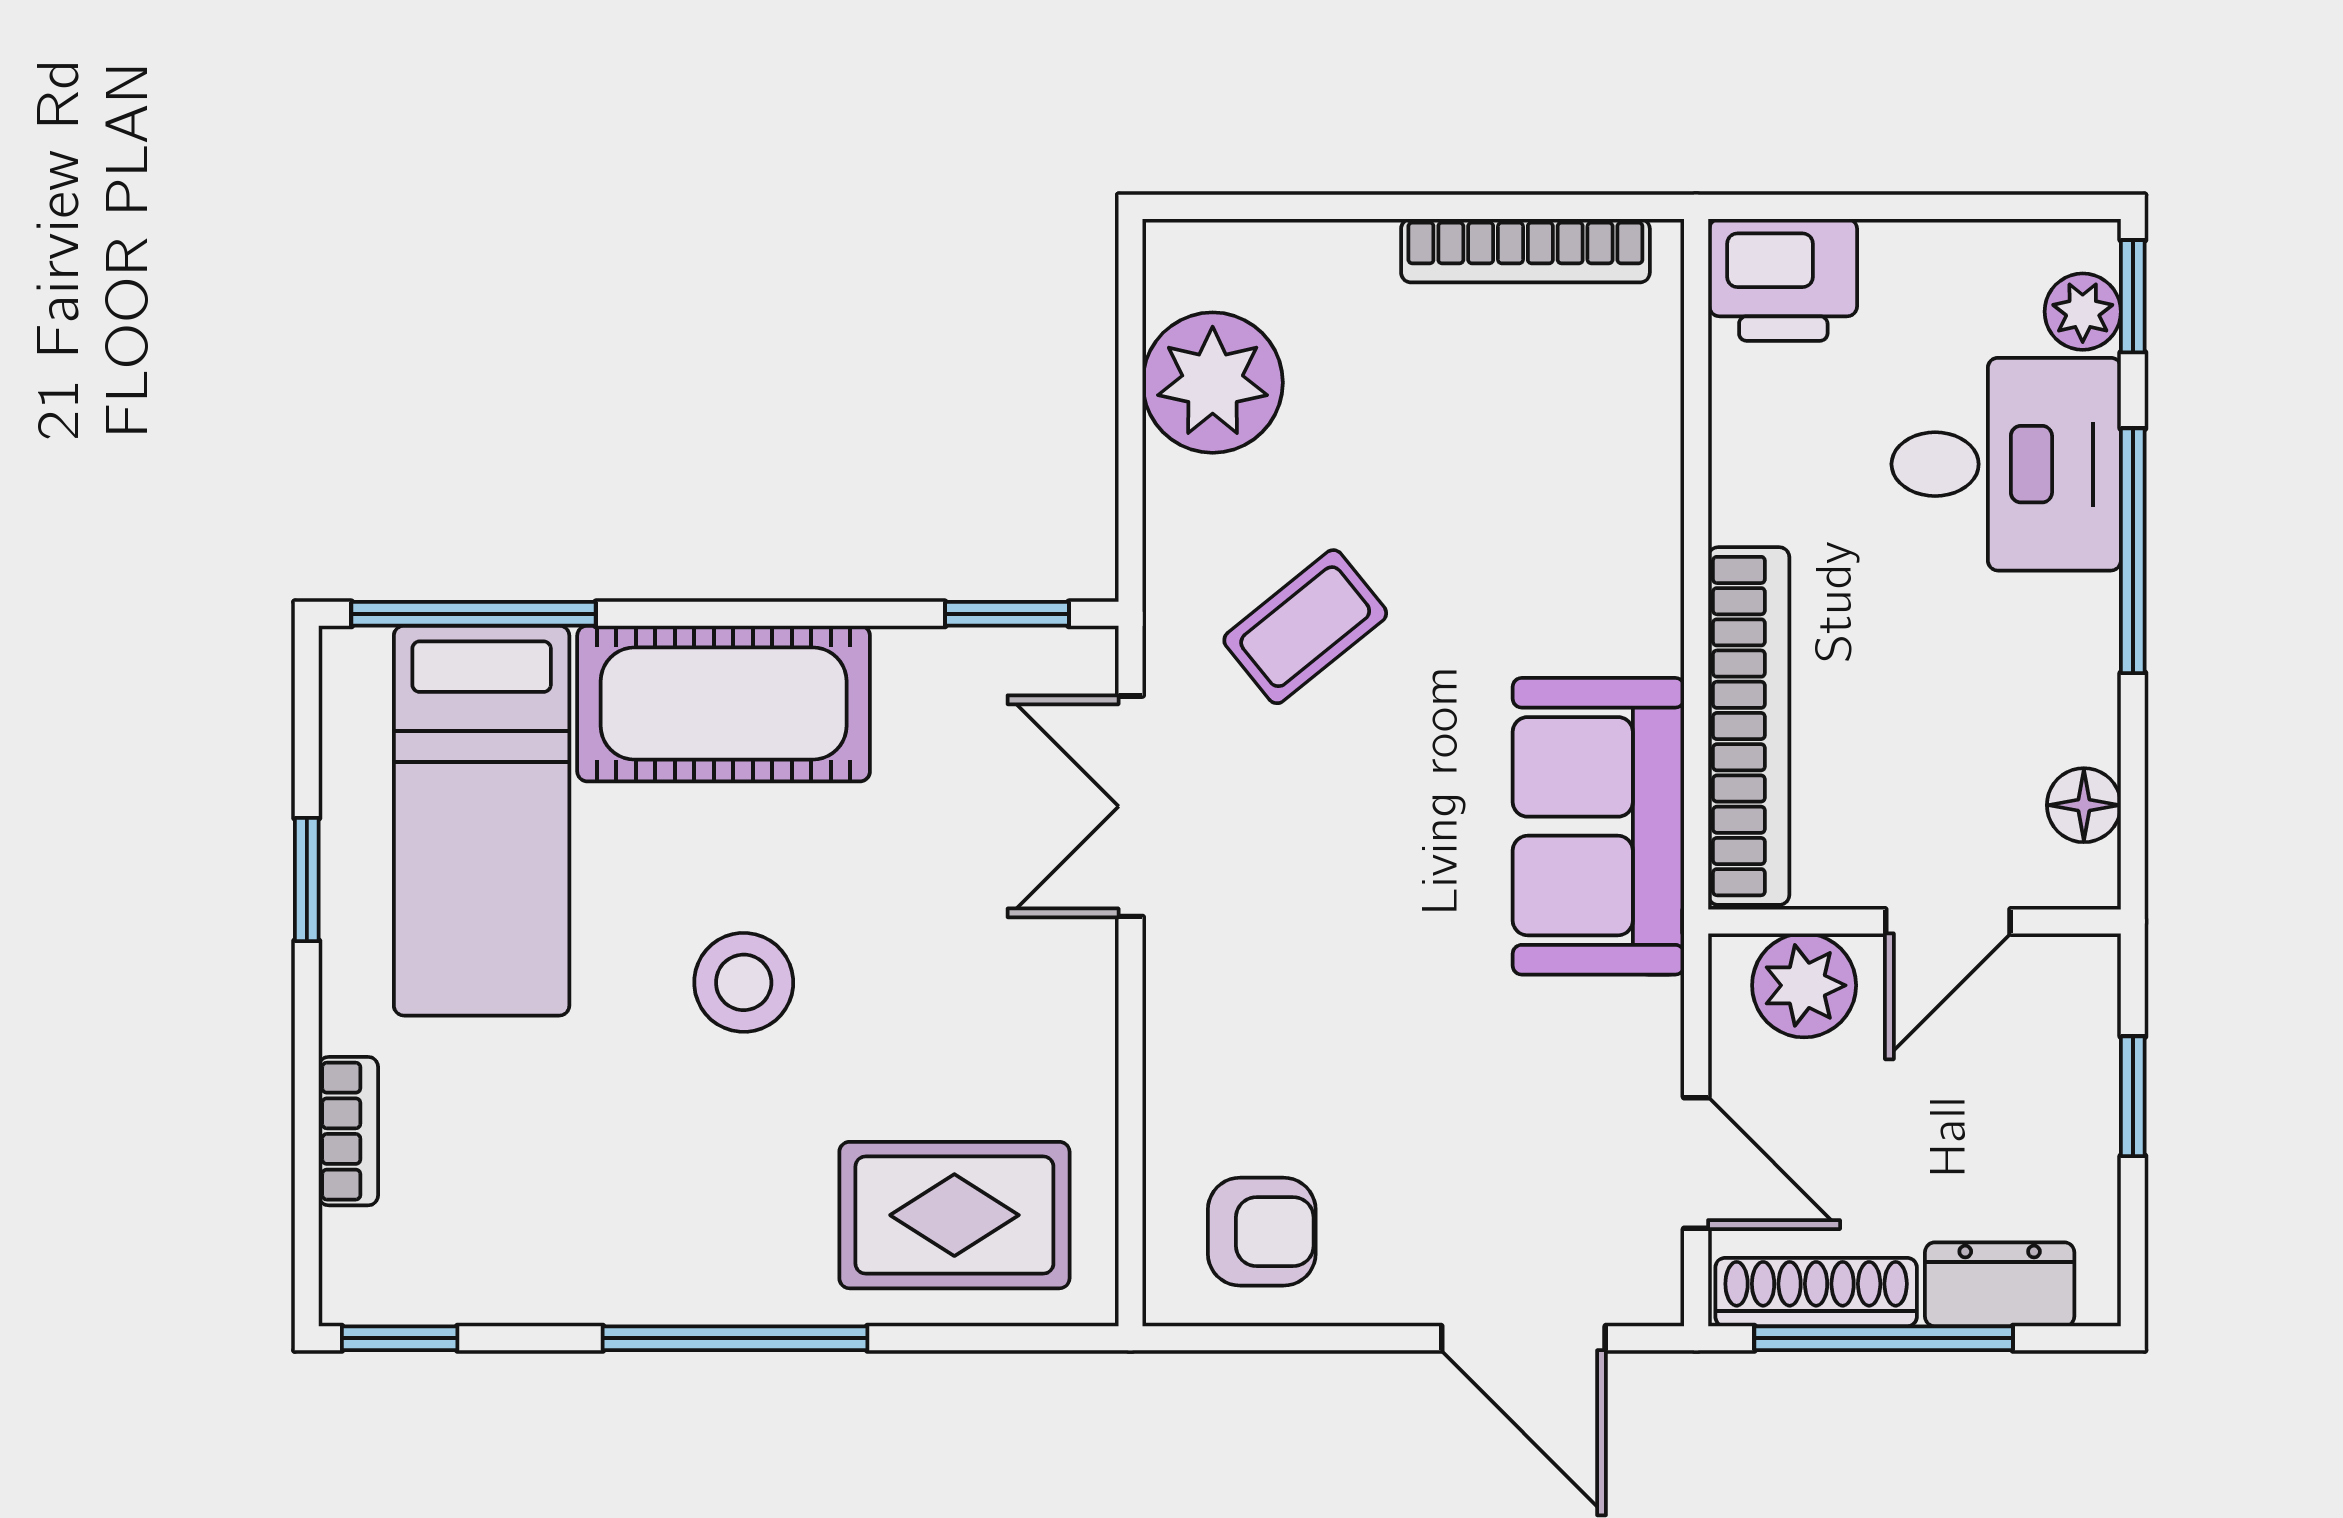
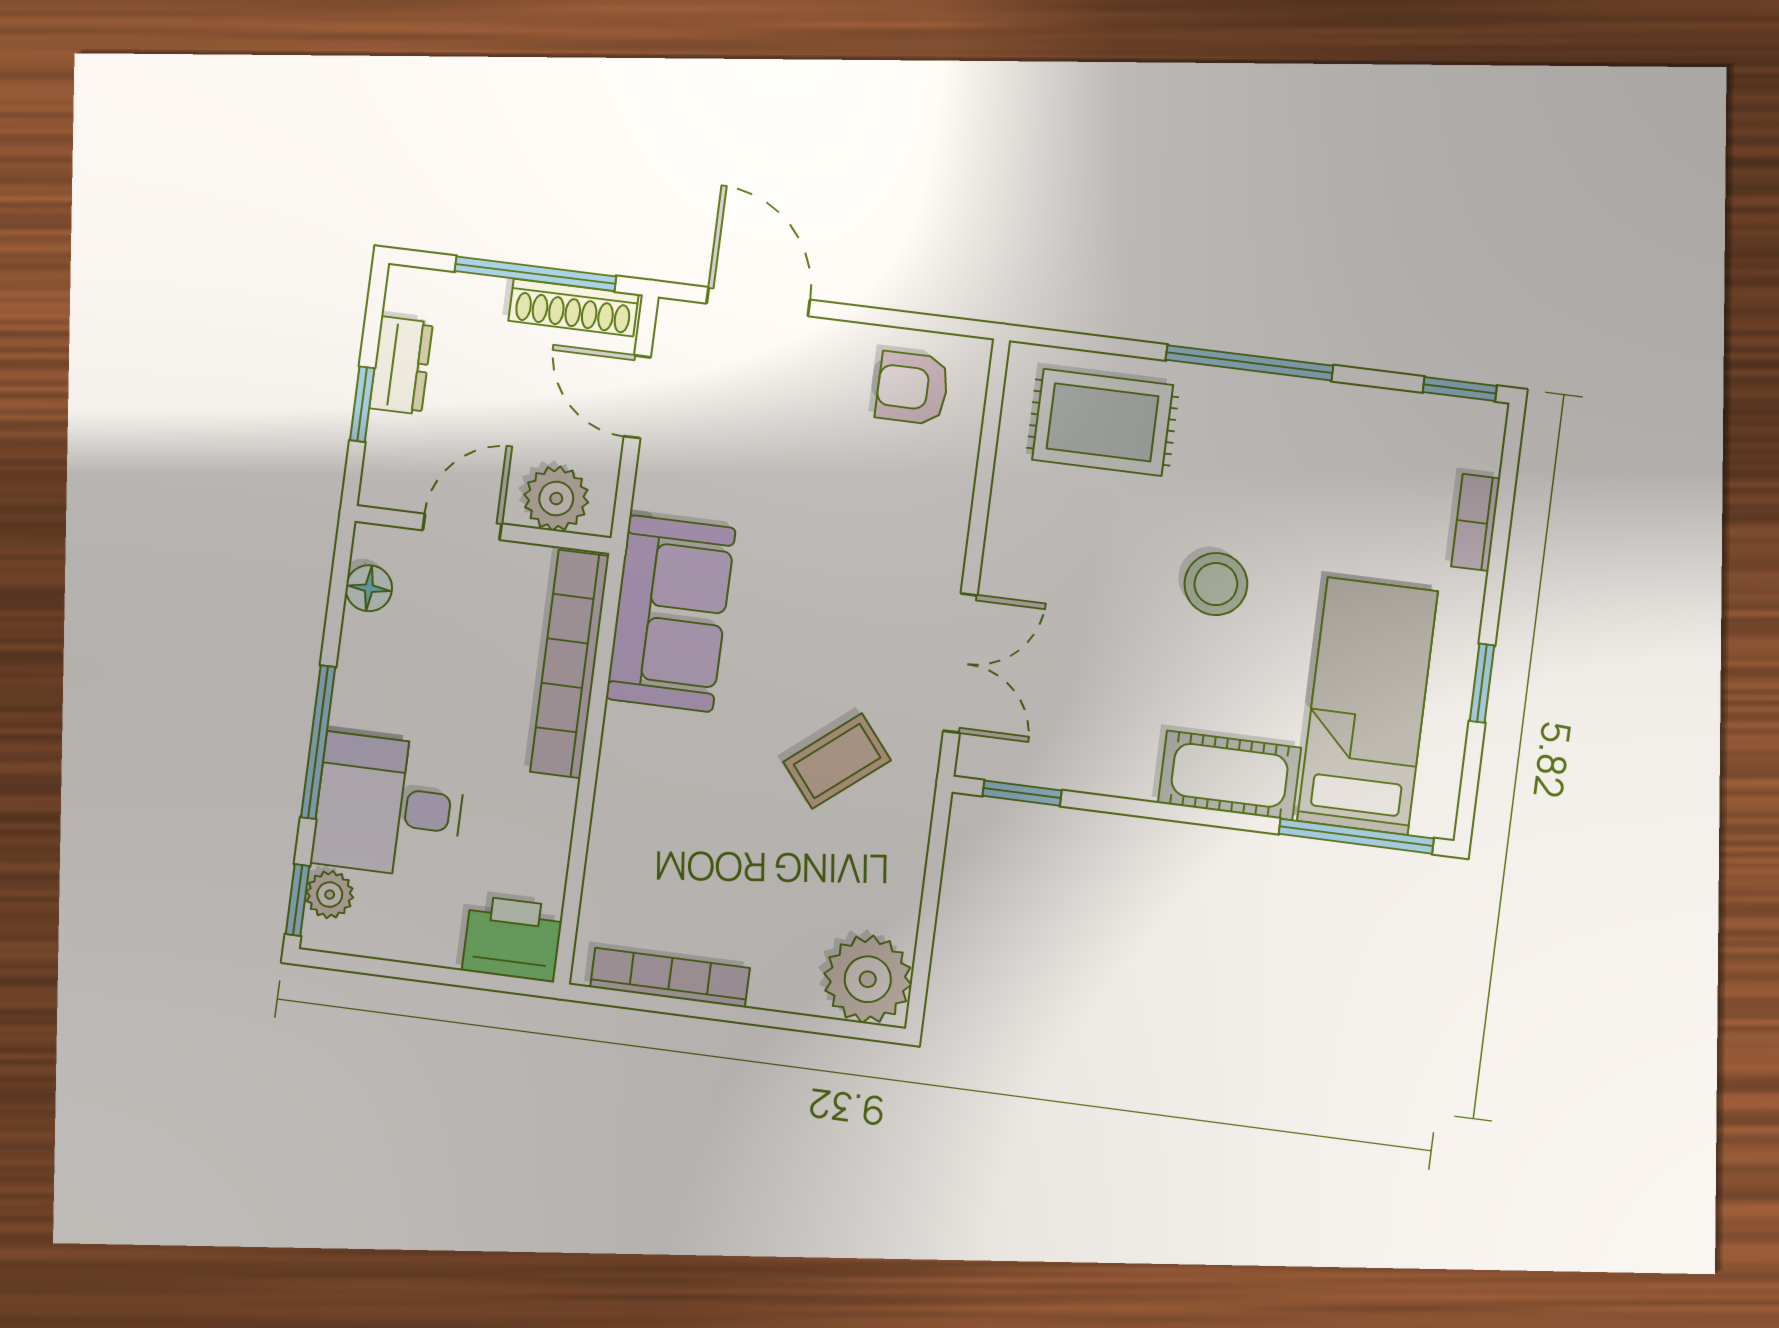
plant: (1213, 383) -> (868, 979), moved
cot: (724, 704) -> (1230, 775), width x0.73, depth x0.75
dresser: (2000, 1284) -> (401, 365), moved, turned -90

